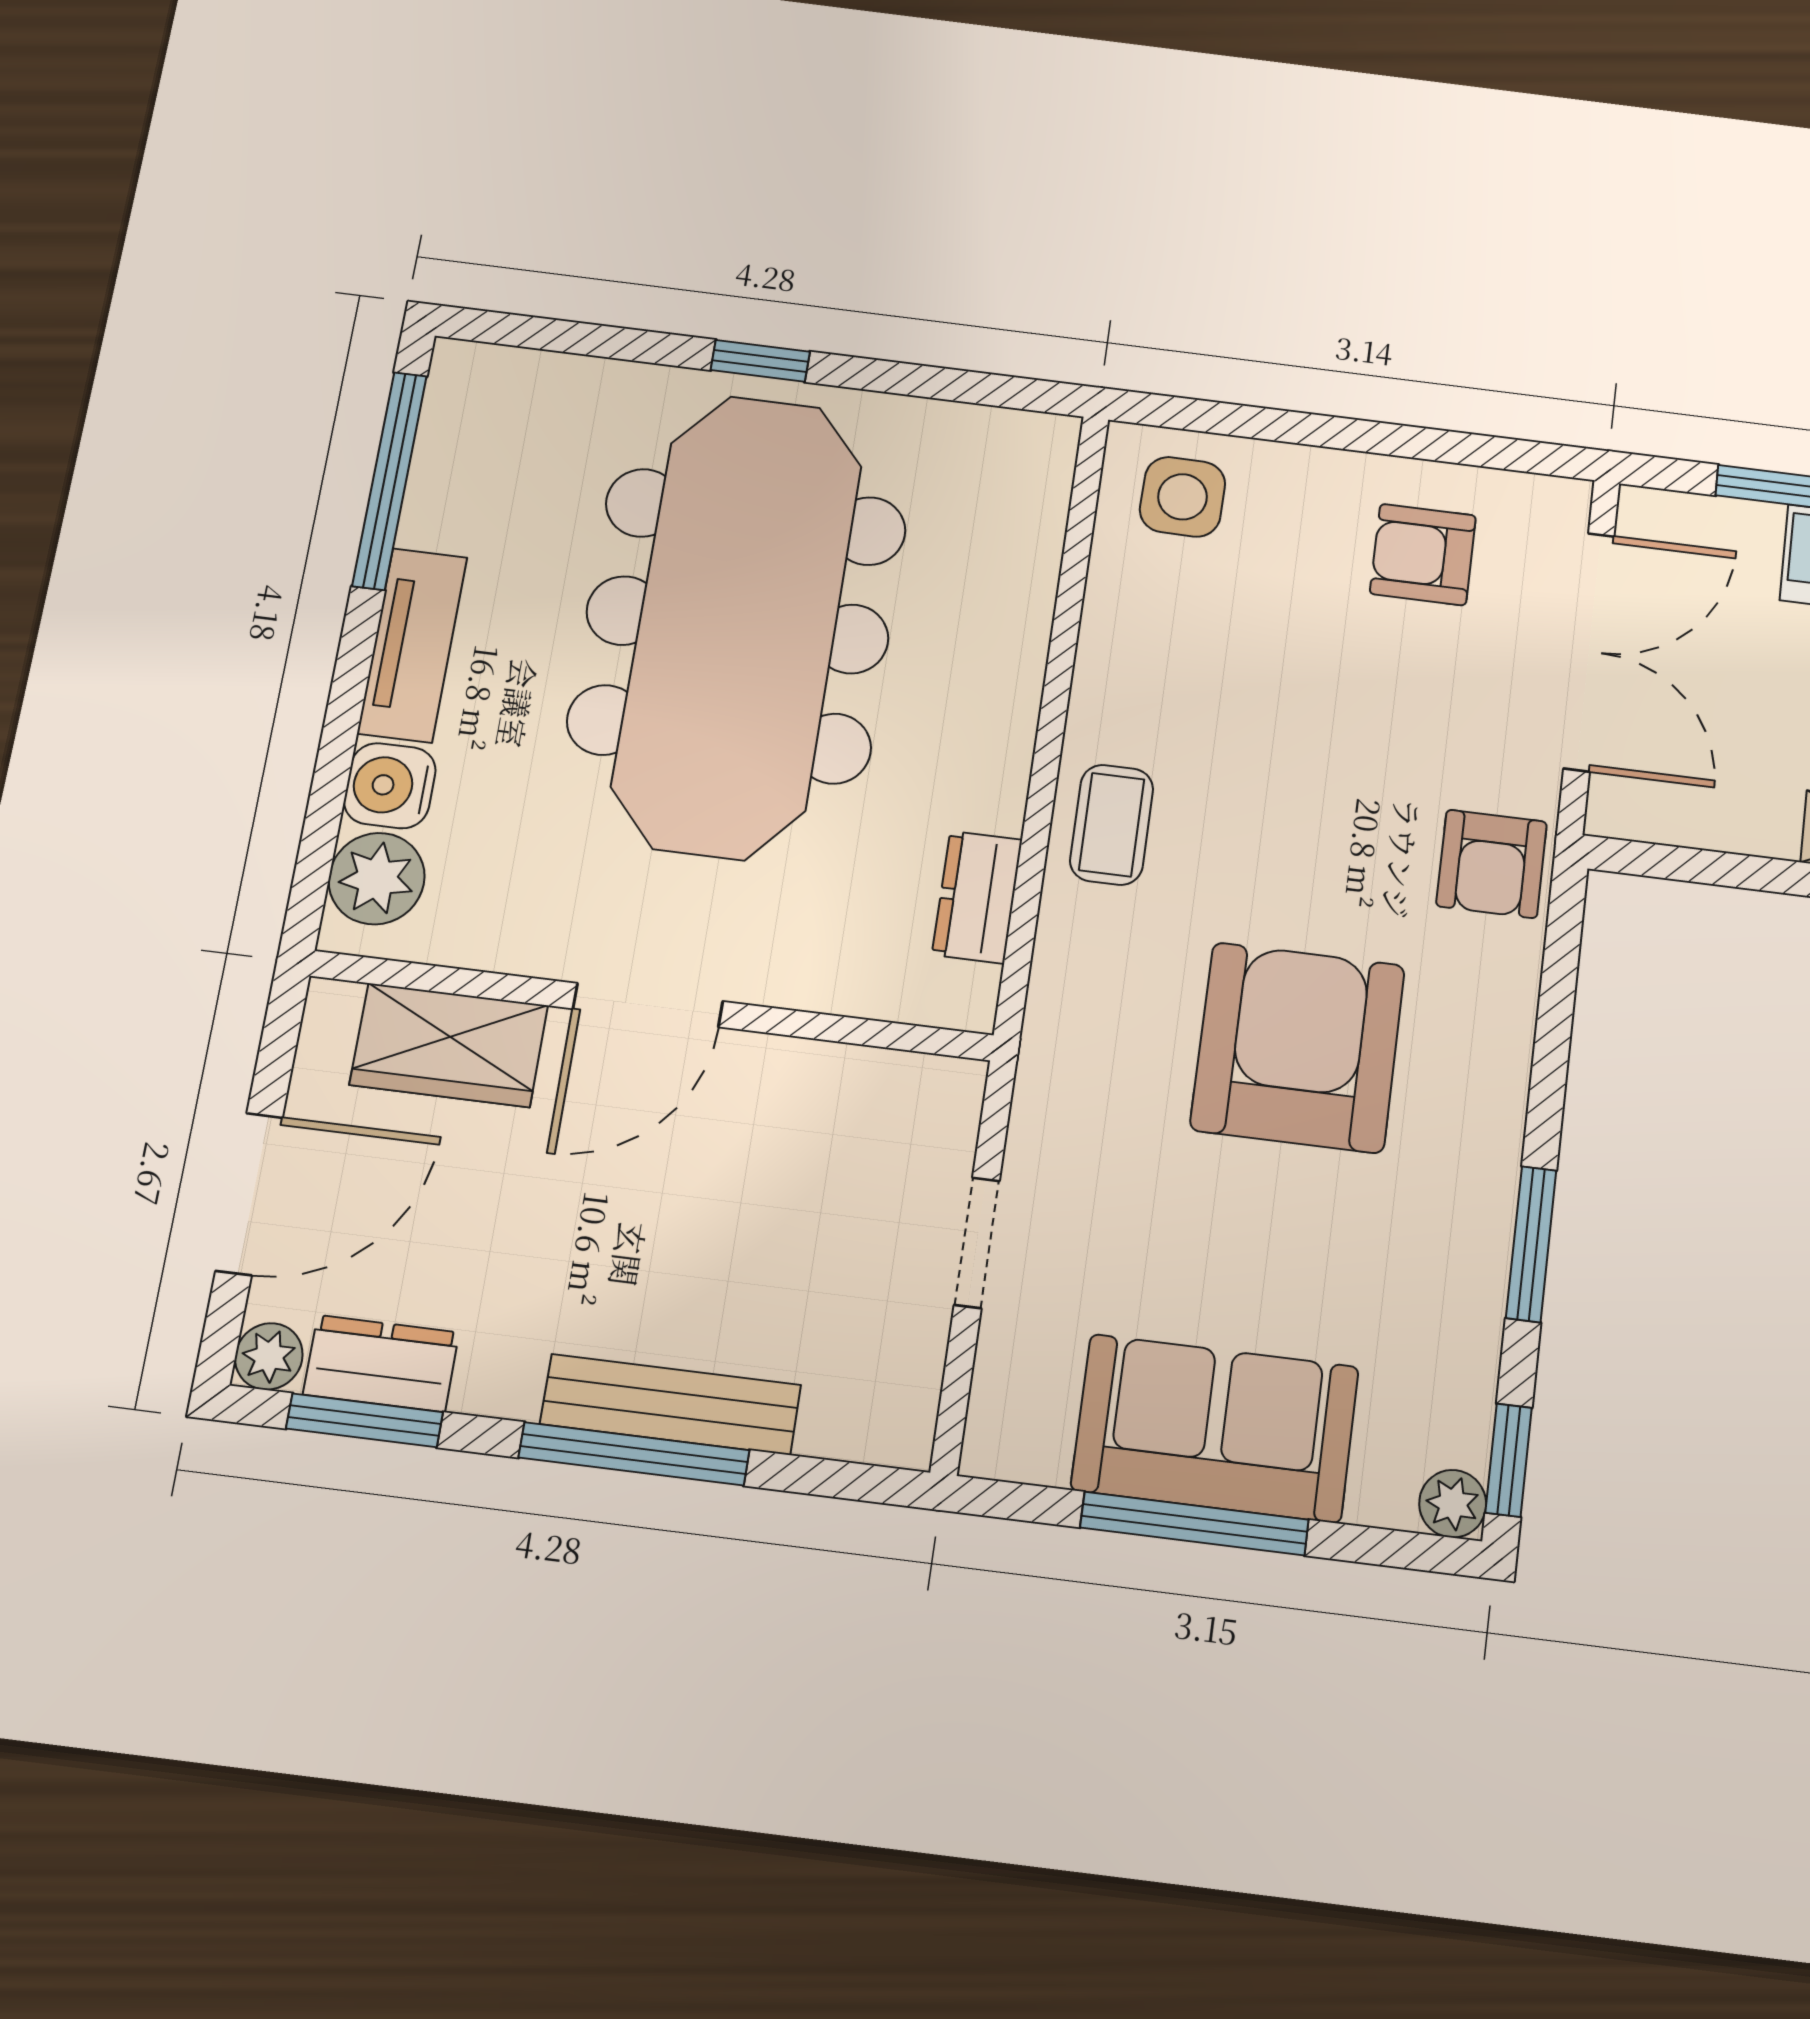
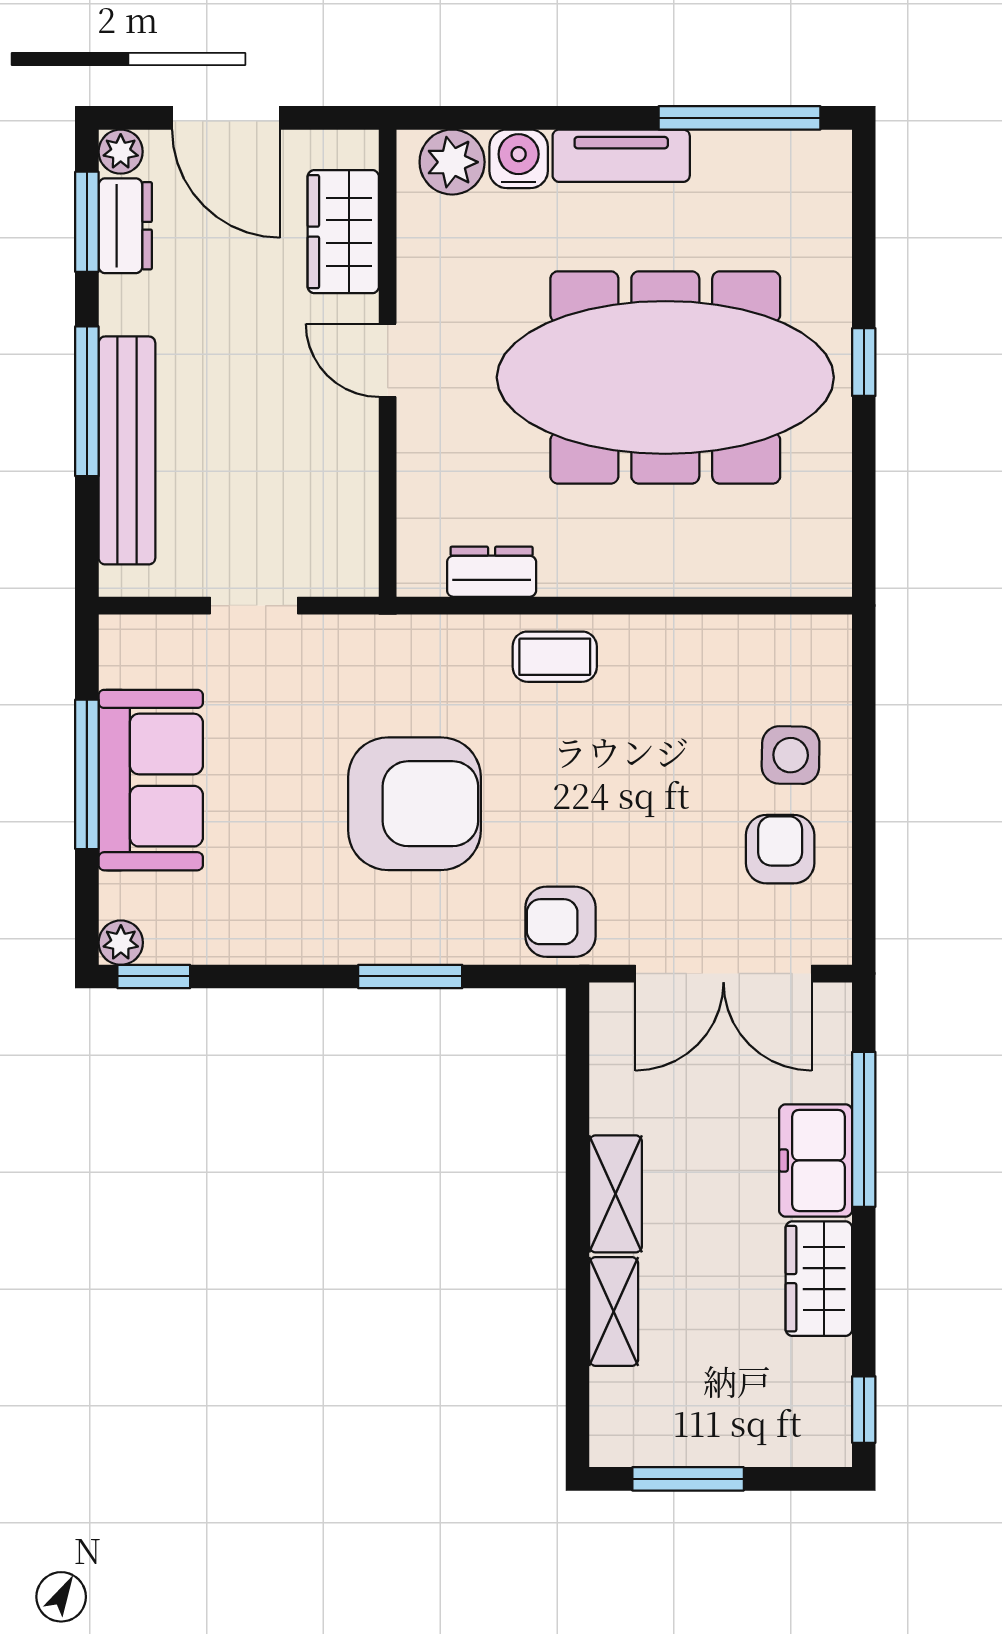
side table: (1183, 497) -> (791, 755), moved
door: (648, 1005) -> (388, 360), width x0.73
window: (1531, 1244) -> (410, 976), moved
bench: (671, 1404) -> (127, 450), width x1.37, depth x1.21

